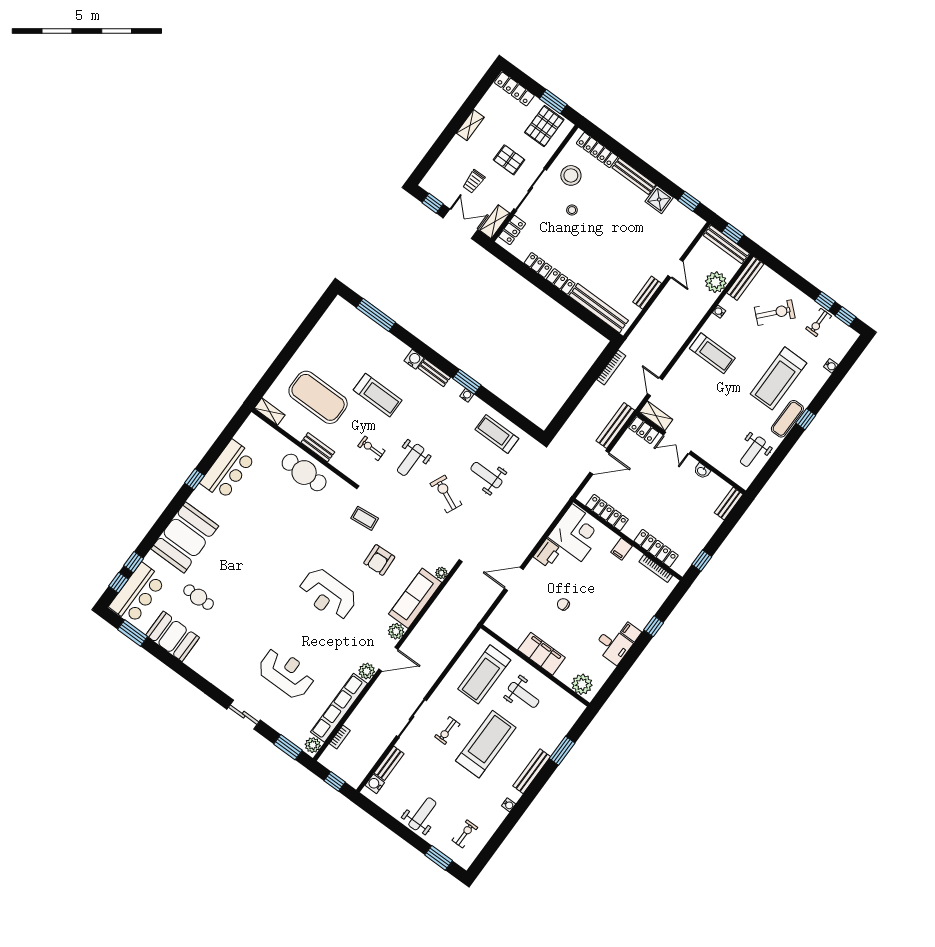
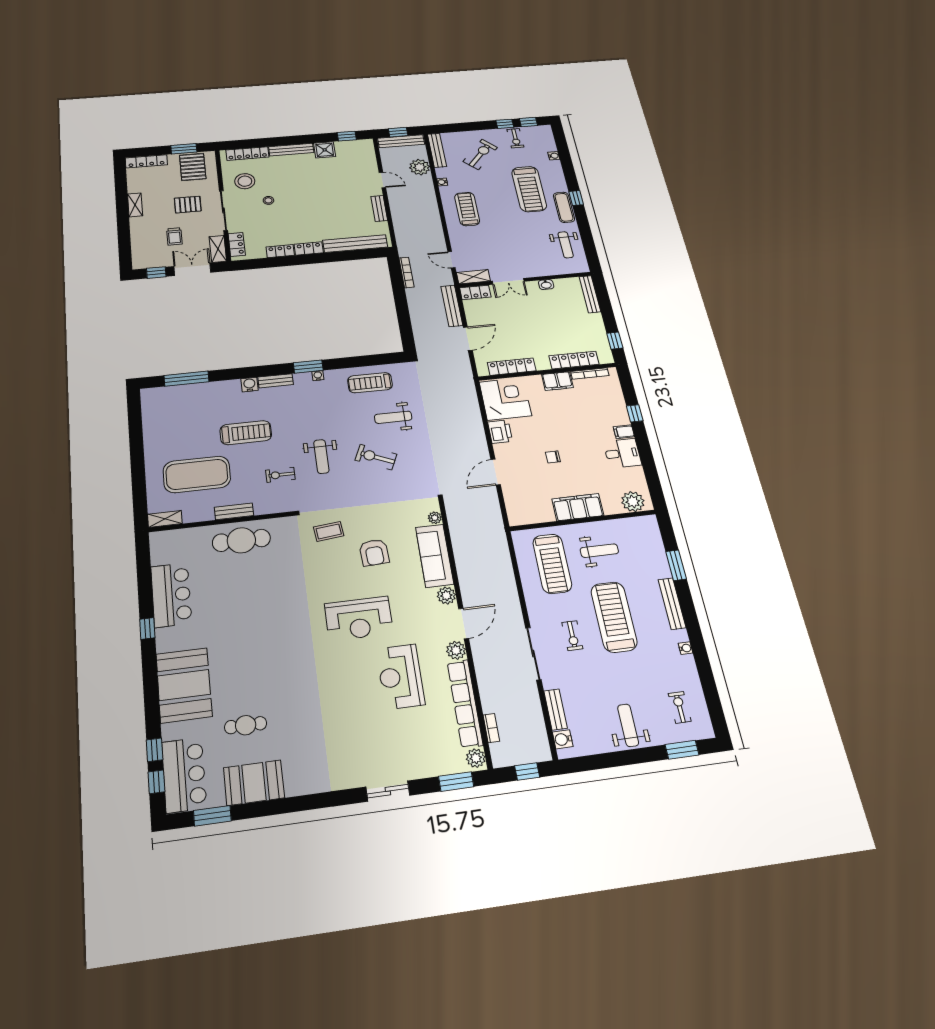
treadmill: (712, 353) -> (467, 209), turned -90
bench: (729, 504) -> (590, 294), width x1.36
filing cabinet: (622, 549) -> (557, 381), width x2.00
reception desk: (286, 673) -> (400, 677), moved, turned -90

